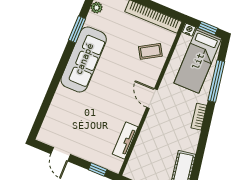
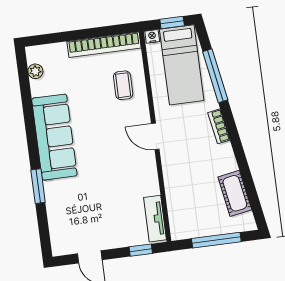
window: (77, 29) -> (38, 186), moved
coffee table: (150, 51) -> (123, 85), turned -59
tv unit: (125, 141) -> (155, 219), moved

